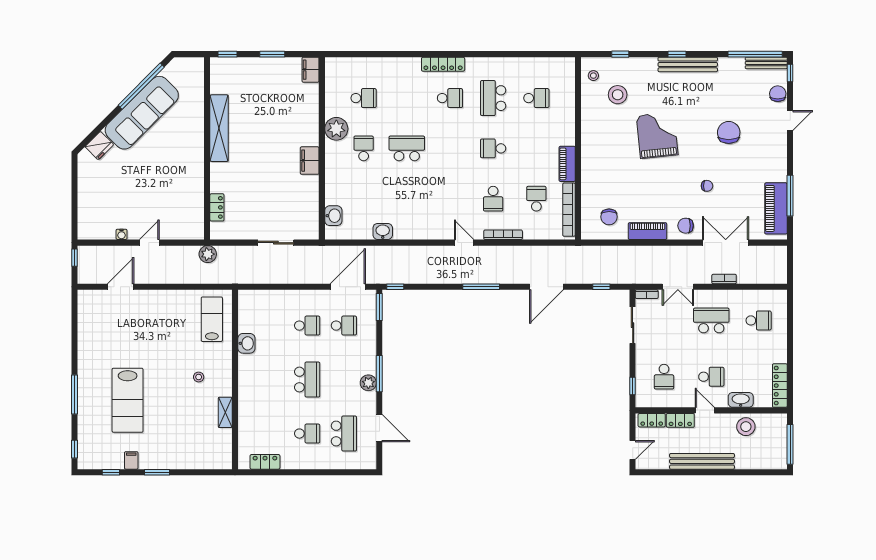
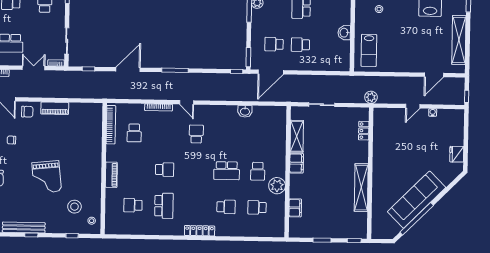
filing cabinet: (311, 70) -> (295, 208), moved
school desk: (450, 98) -> (226, 207), moved, turned 180
fridge: (99, 146) -> (457, 154), moved, turned -45
piano: (567, 164) -> (111, 175), moved
shelving: (310, 198) -> (297, 136), added
school desk: (493, 199) -> (196, 134), moved
washbasin: (333, 216) -> (280, 123), removed
chair: (609, 217) -> (82, 119), removed
shelving: (87, 336) -> (459, 40), added

